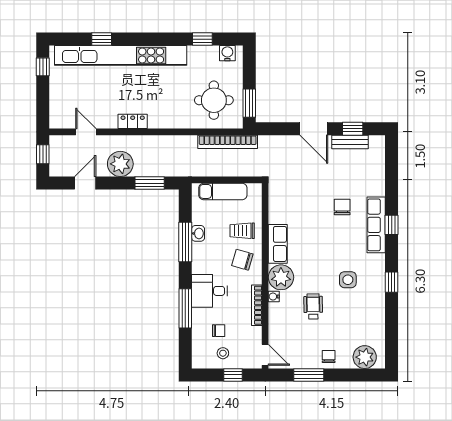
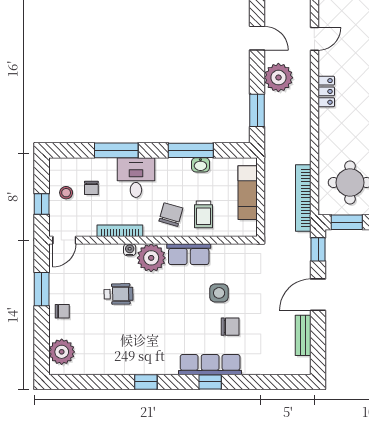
window: (353, 129) -> (318, 249), moved
trolley: (242, 231) -> (204, 214), turned 180
side table: (348, 280) -> (219, 293), moved

